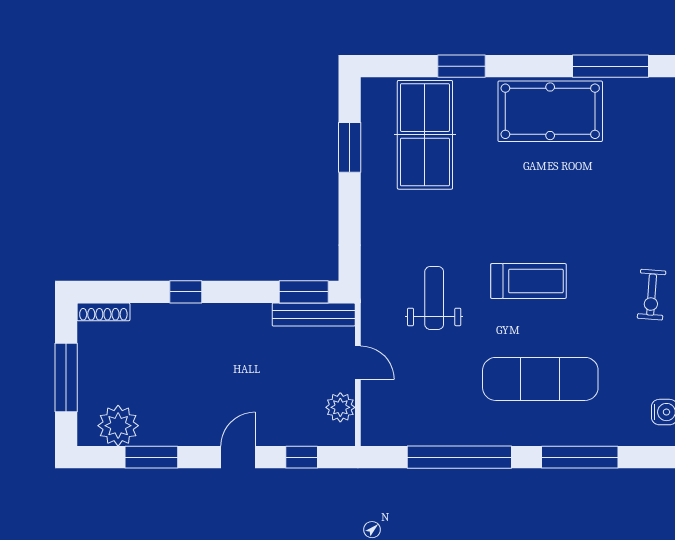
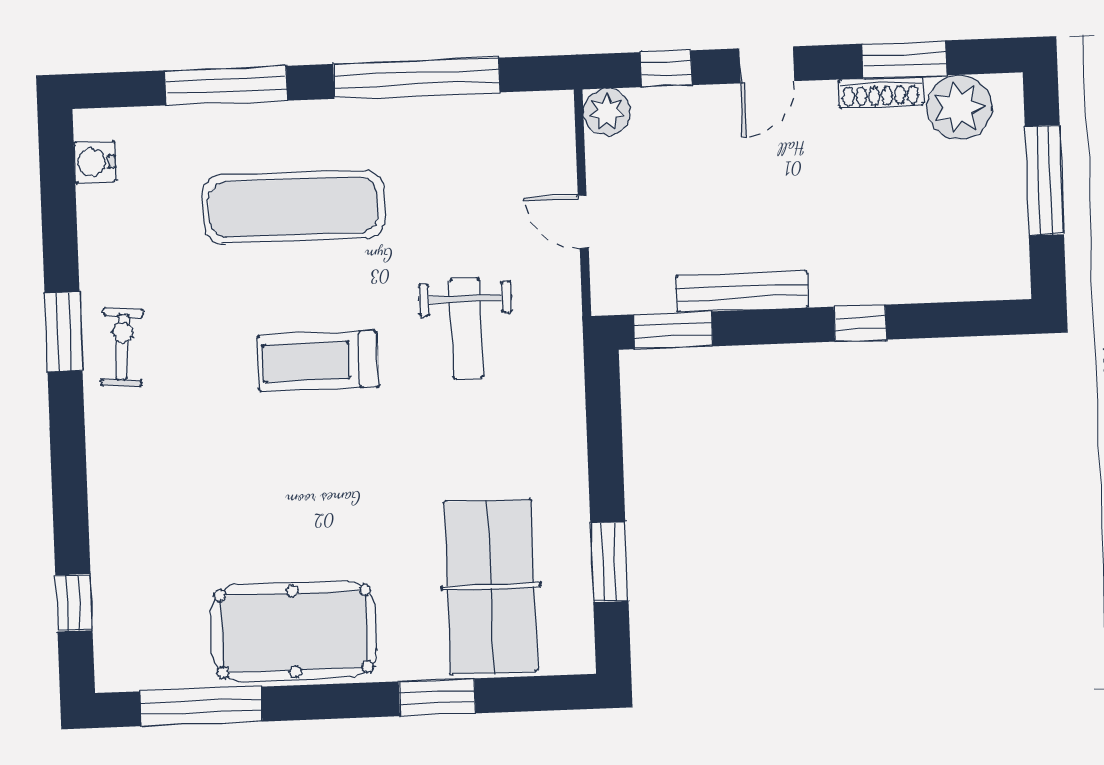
shoe rack: (103, 312) -> (881, 92), moved, turned 180
bench: (314, 315) -> (742, 292), moved
plant: (340, 407) -> (607, 112), moved

